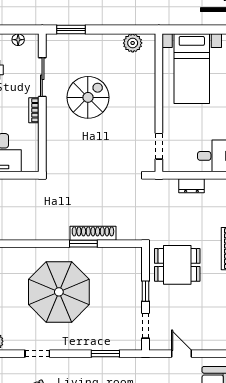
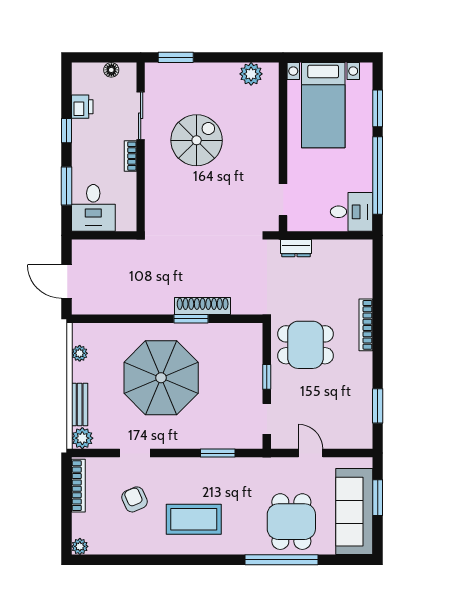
dresser: (191, 186) -> (296, 248), moved

